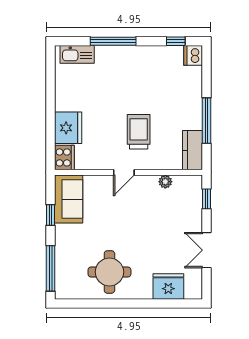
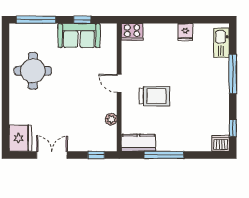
fridge: (68, 128) -> (185, 32), moved, width x0.53, depth x0.75
sofa: (69, 199) -> (79, 35), moved
fridge: (168, 286) -> (20, 138), moved

